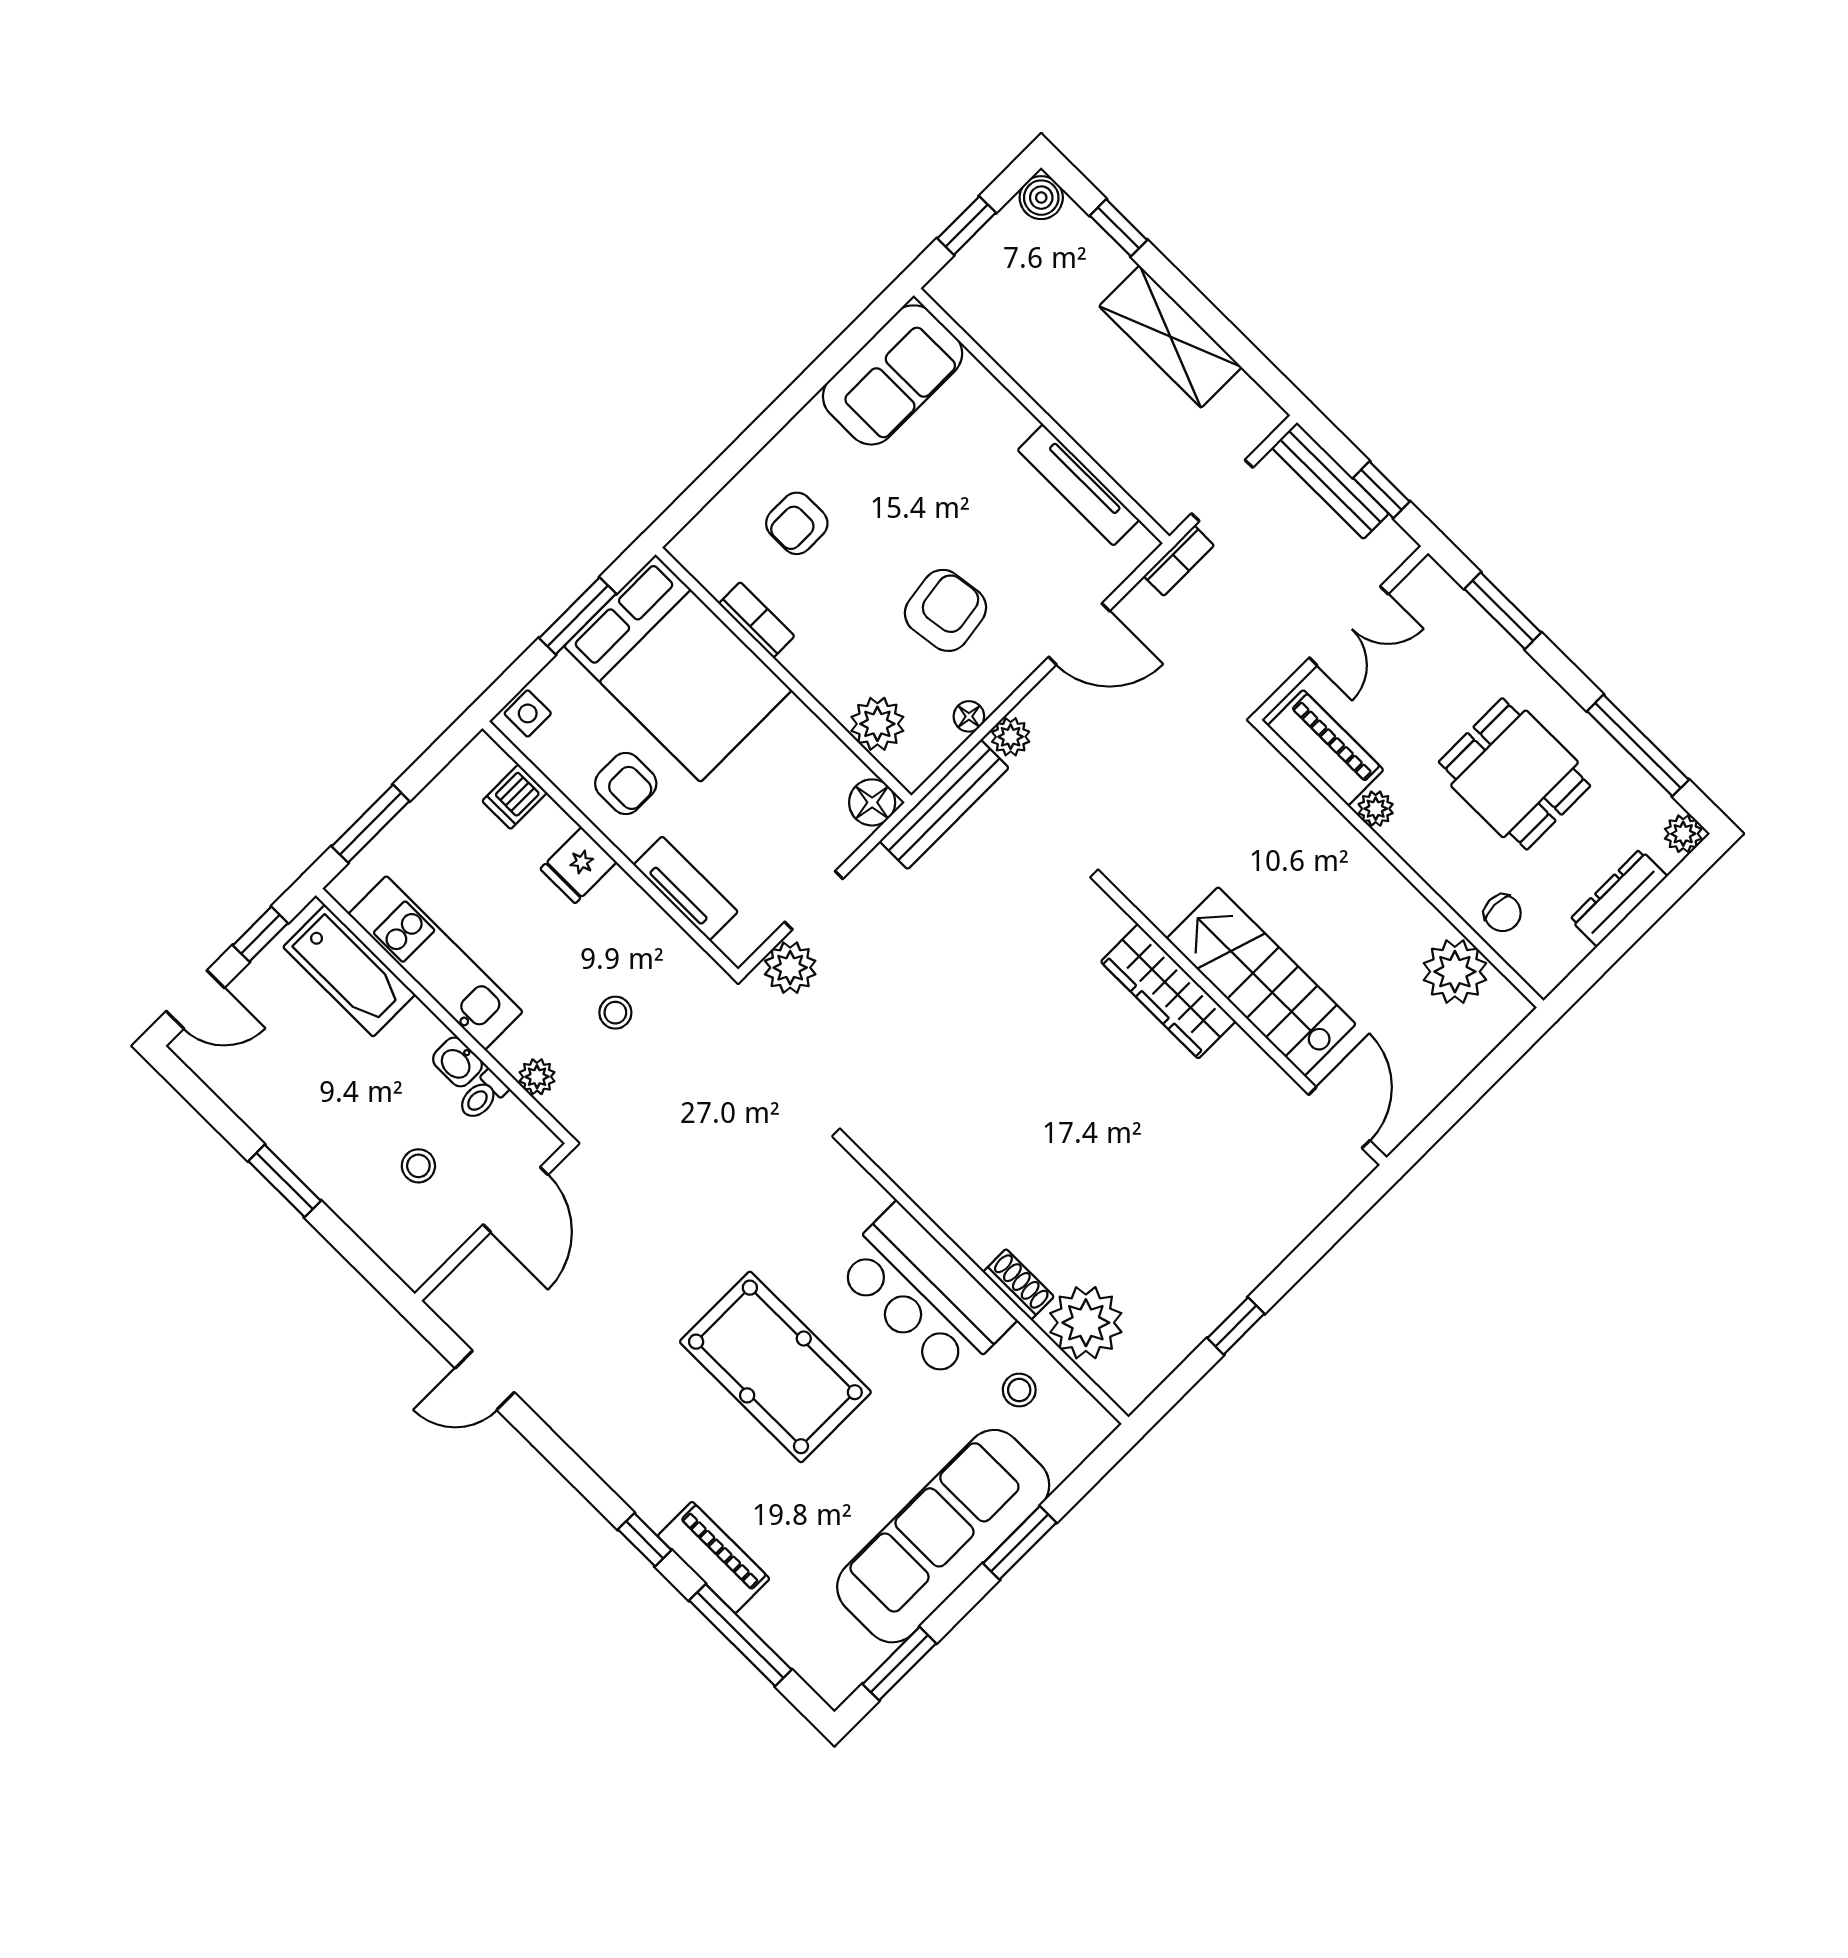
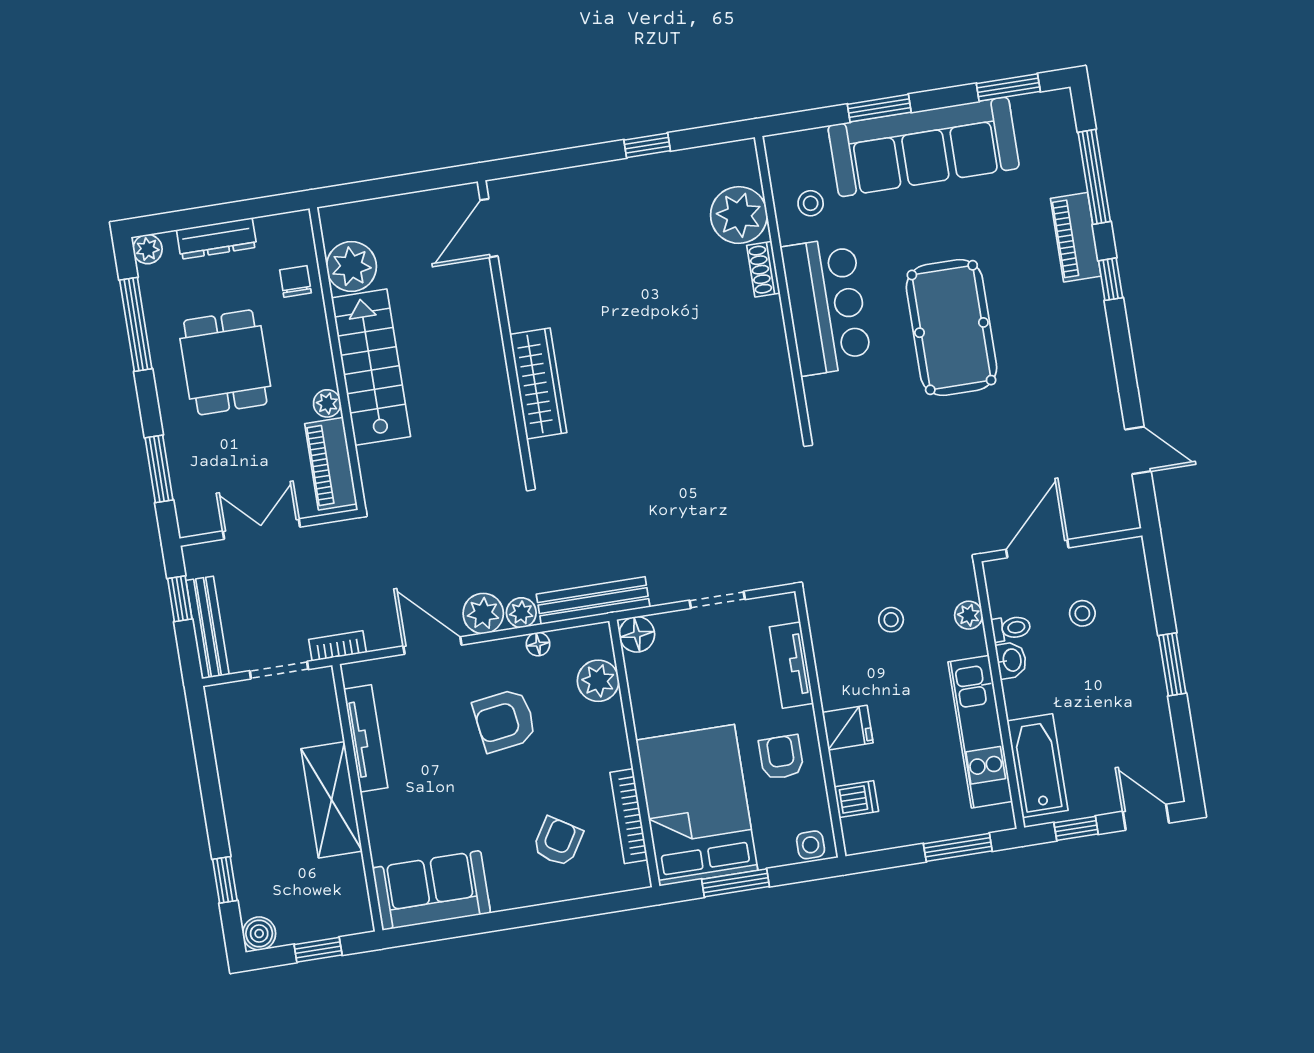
shelving: (1170, 337) -> (332, 800), moved
armchair: (797, 523) -> (558, 842), turned -58
bookcase: (757, 620) -> (629, 816), width x1.56
plant: (790, 968) -> (483, 613), moved
stairs: (1261, 981) -> (371, 367), moved, turned 180

